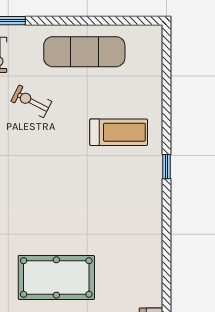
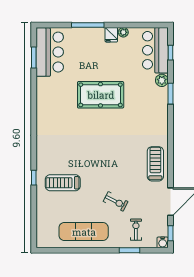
window: (166, 167) -> (34, 178), moved

